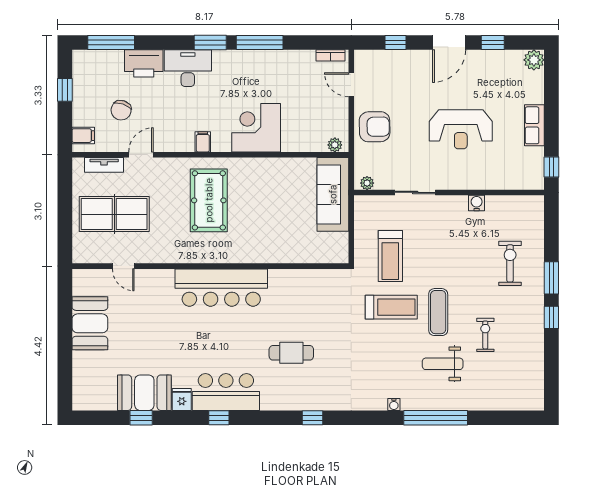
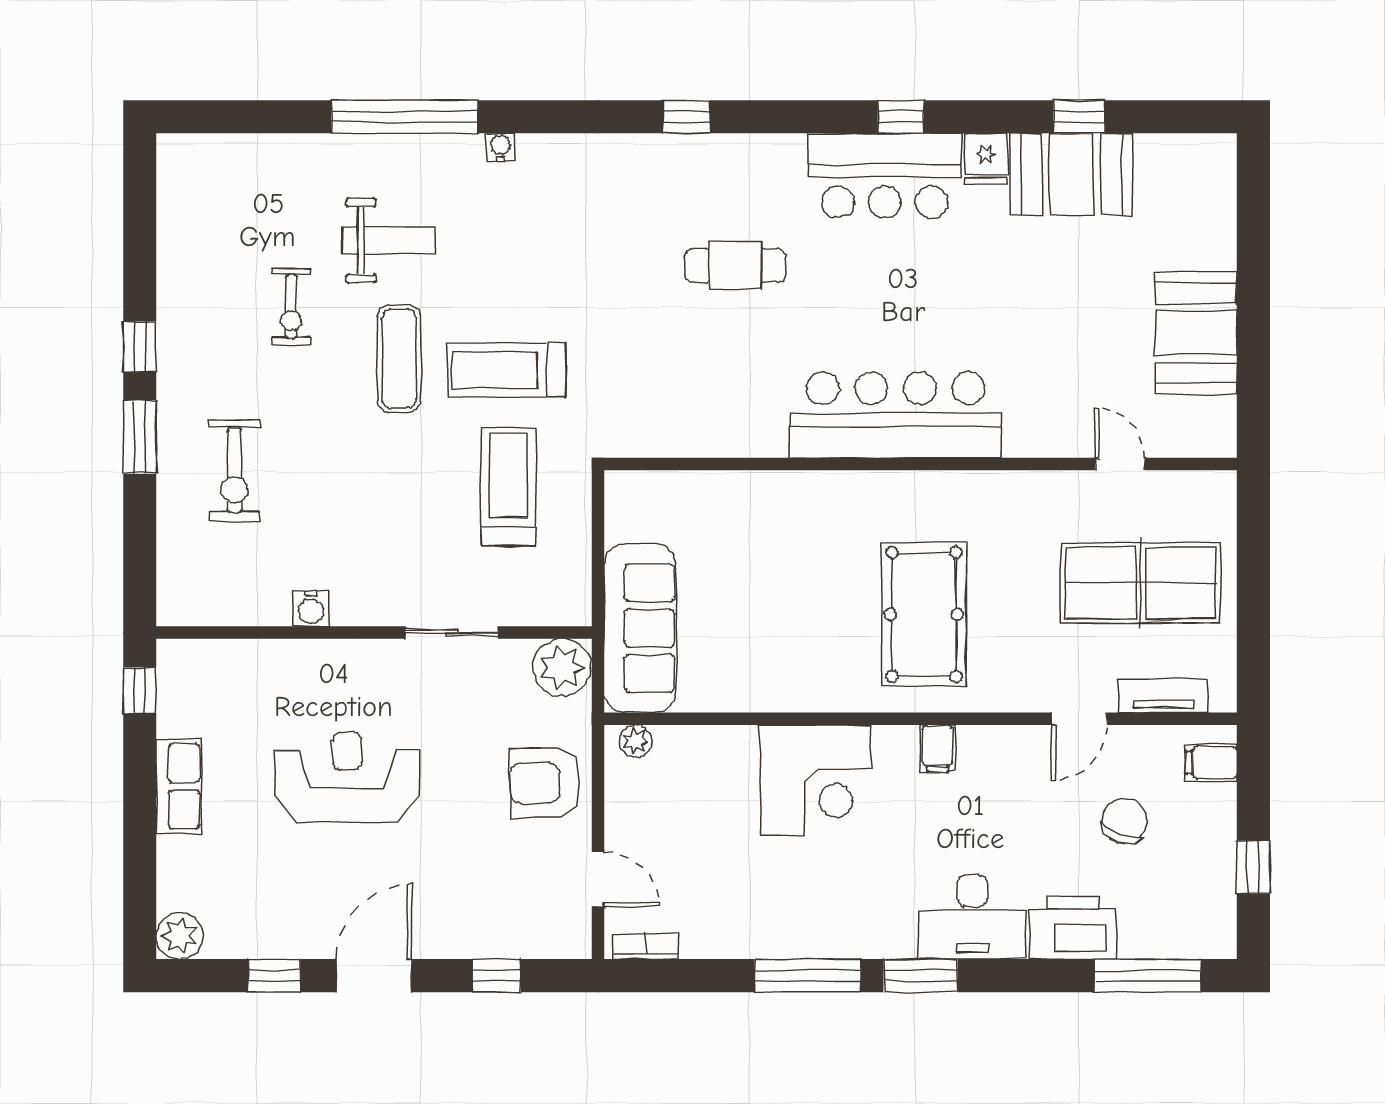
plant: (367, 183) -> (562, 667), width x1.87, depth x1.87

